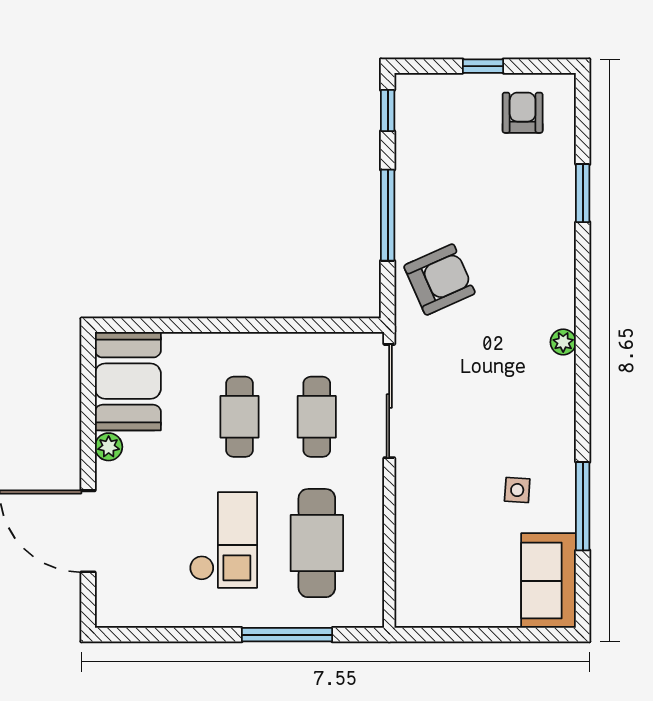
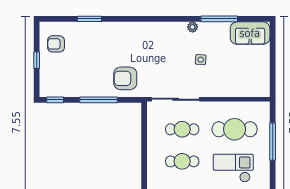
armchair: (439, 280) -> (125, 78), turned -66
plant: (563, 342) -> (193, 27), moved
side table: (517, 490) -> (201, 60), moved

